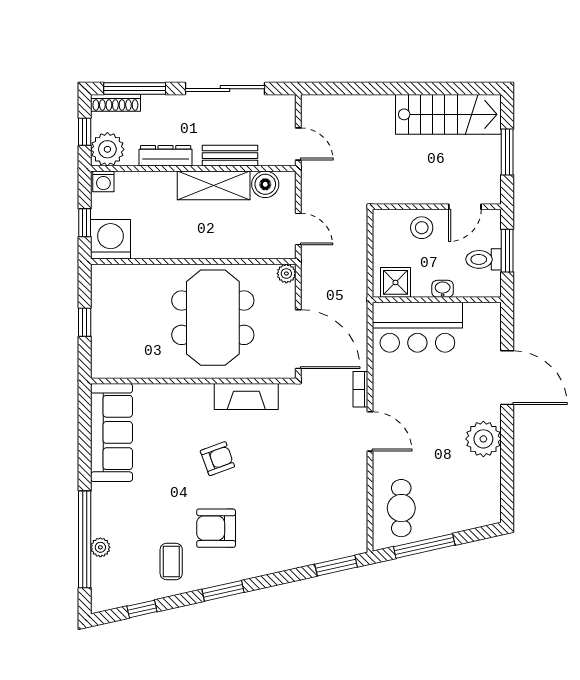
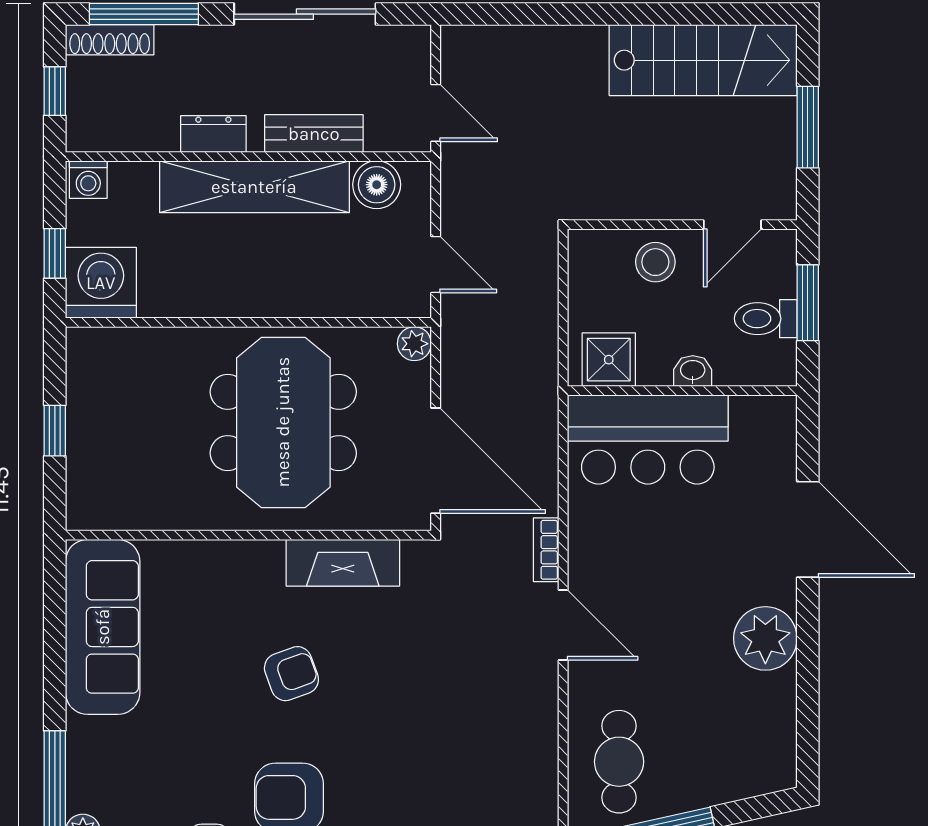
plant: (107, 149) -> (95, 122), removed
dresser: (166, 156) -> (213, 134), width x0.70
shelving: (214, 185) -> (254, 187), width x1.47

